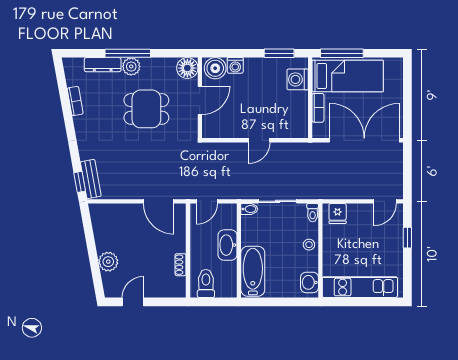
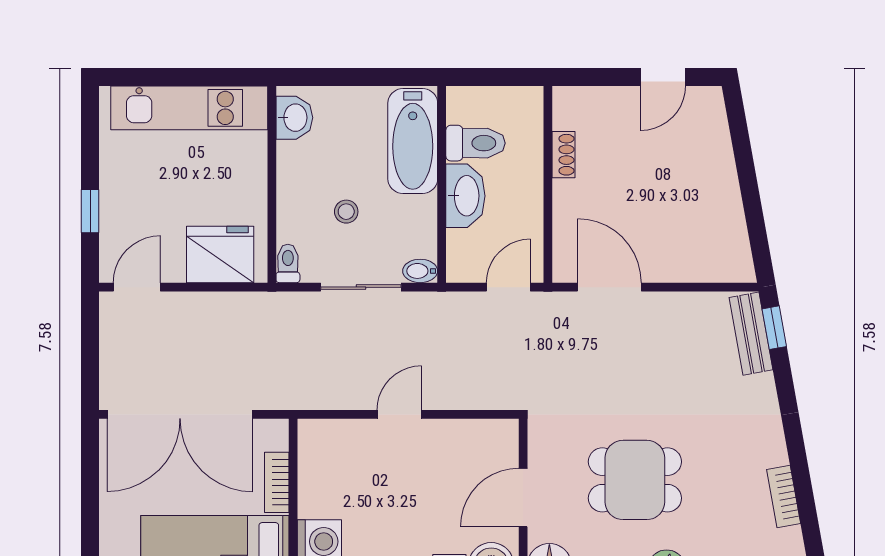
fridge: (338, 213) -> (220, 254), width x1.88, depth x1.34
stool: (309, 245) -> (346, 212), moved
plant: (108, 262) -> (715, 161), removed
toilet: (206, 284) -> (476, 143), moved, turned -90

